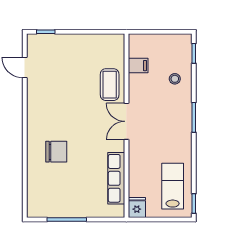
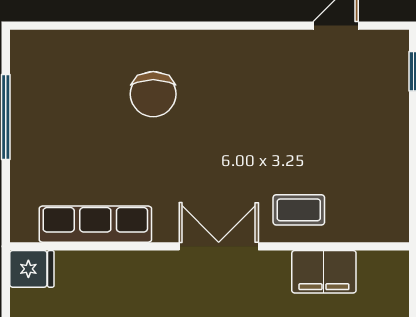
filing cabinet: (138, 66) -> (324, 272), width x2.00
coffee table: (110, 85) -> (299, 210), width x0.73, depth x0.77

